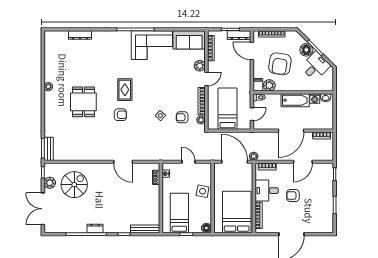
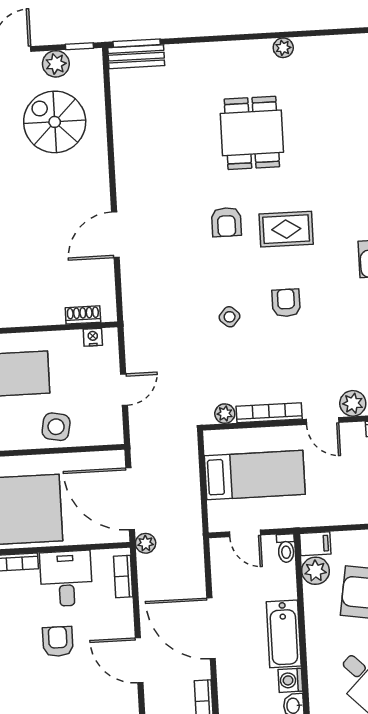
dining table: (83, 102) -> (252, 133), turned 90
armchair: (182, 117) -> (286, 303), moved
door: (235, 162) -> (130, 499), swing flipped
spiral stairs: (74, 185) -> (55, 122), turned 180

